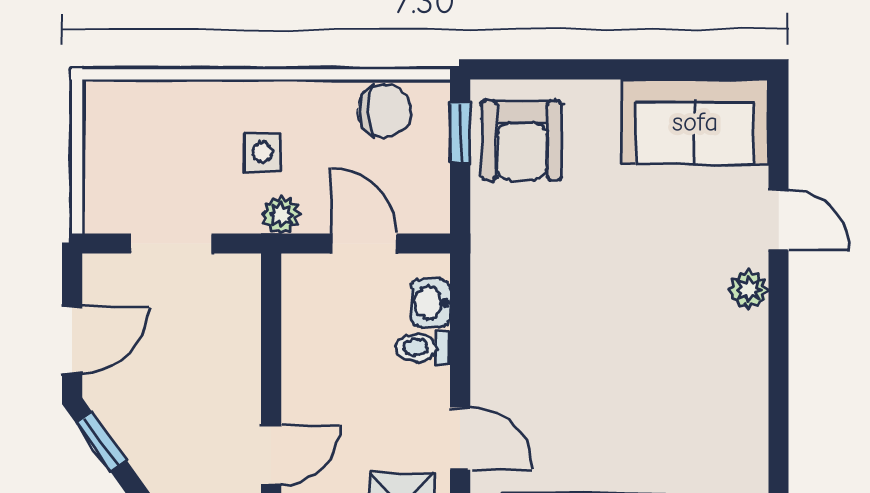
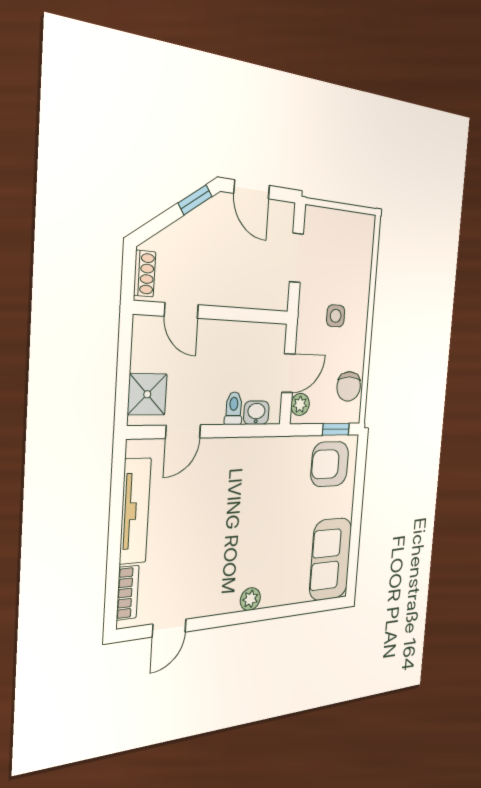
plant: (281, 214) -> (300, 404), moved
door: (779, 220) -> (169, 628), moved

